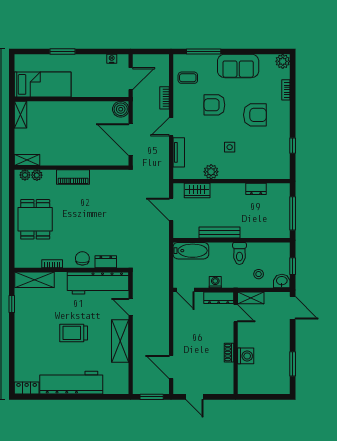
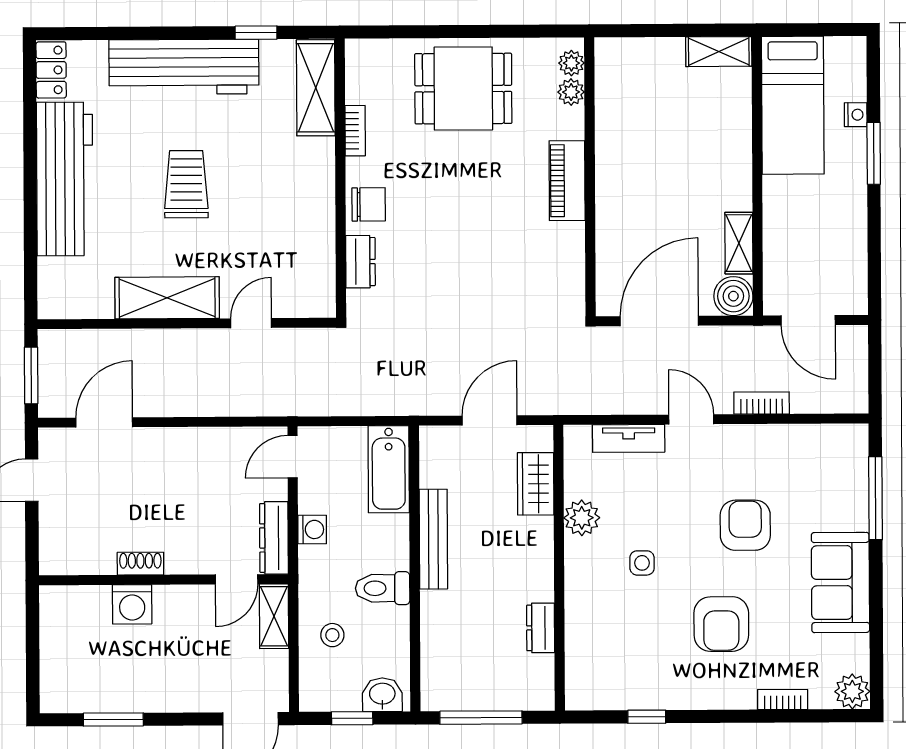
nightstand: (112, 59) -> (856, 115), moved
coffee table: (188, 78) -> (811, 460), removed
shelving: (27, 160) -> (739, 243), moved
washbasin: (282, 281) -> (382, 695), moved, turned -90
workbench: (98, 283) -> (184, 67), moved, turned -90

